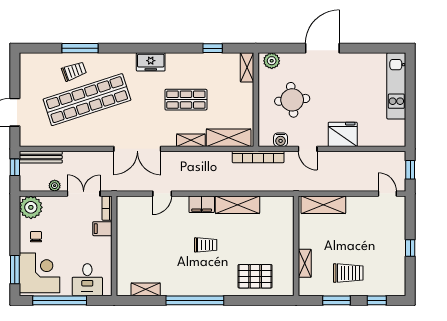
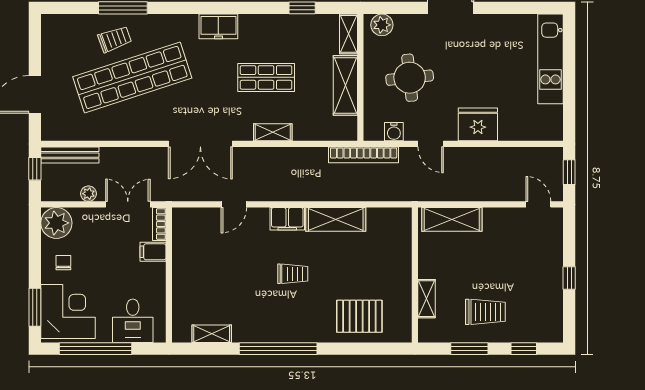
shelving: (229, 138) -> (345, 85), moved, turned 90

